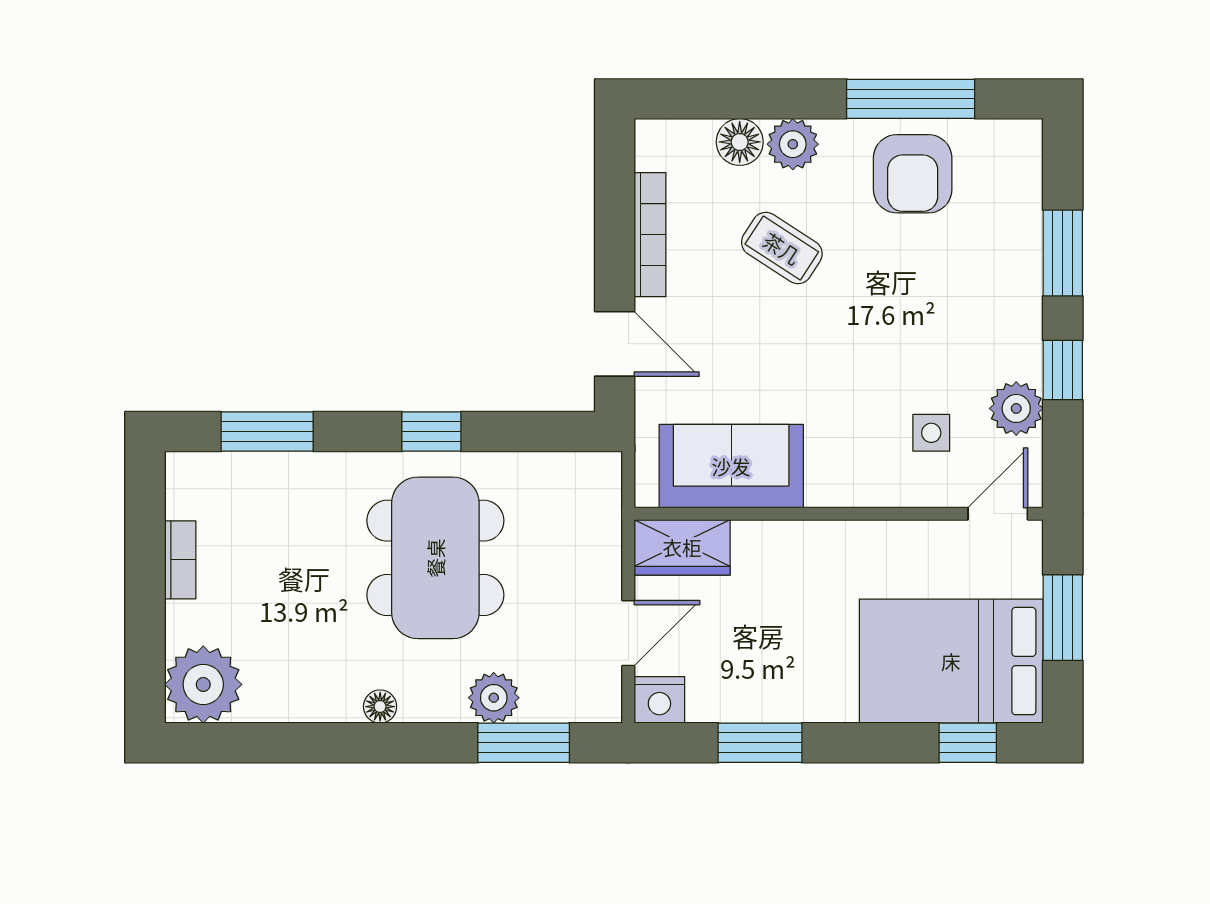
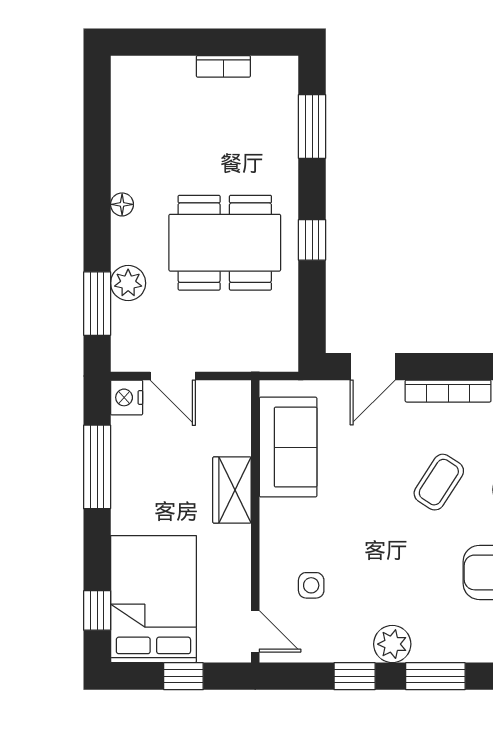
plant: (1016, 408) -> (392, 644), moved
wardrobe: (682, 547) -> (232, 490), moved
window: (1063, 618) -> (183, 676), width x0.67
plant: (203, 684) -> (137, 82), removed
window: (760, 743) -> (97, 467), width x1.44

